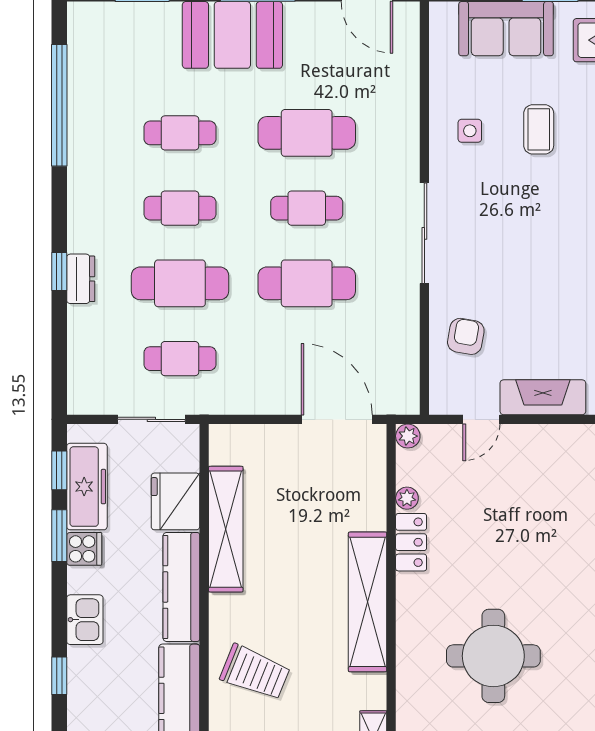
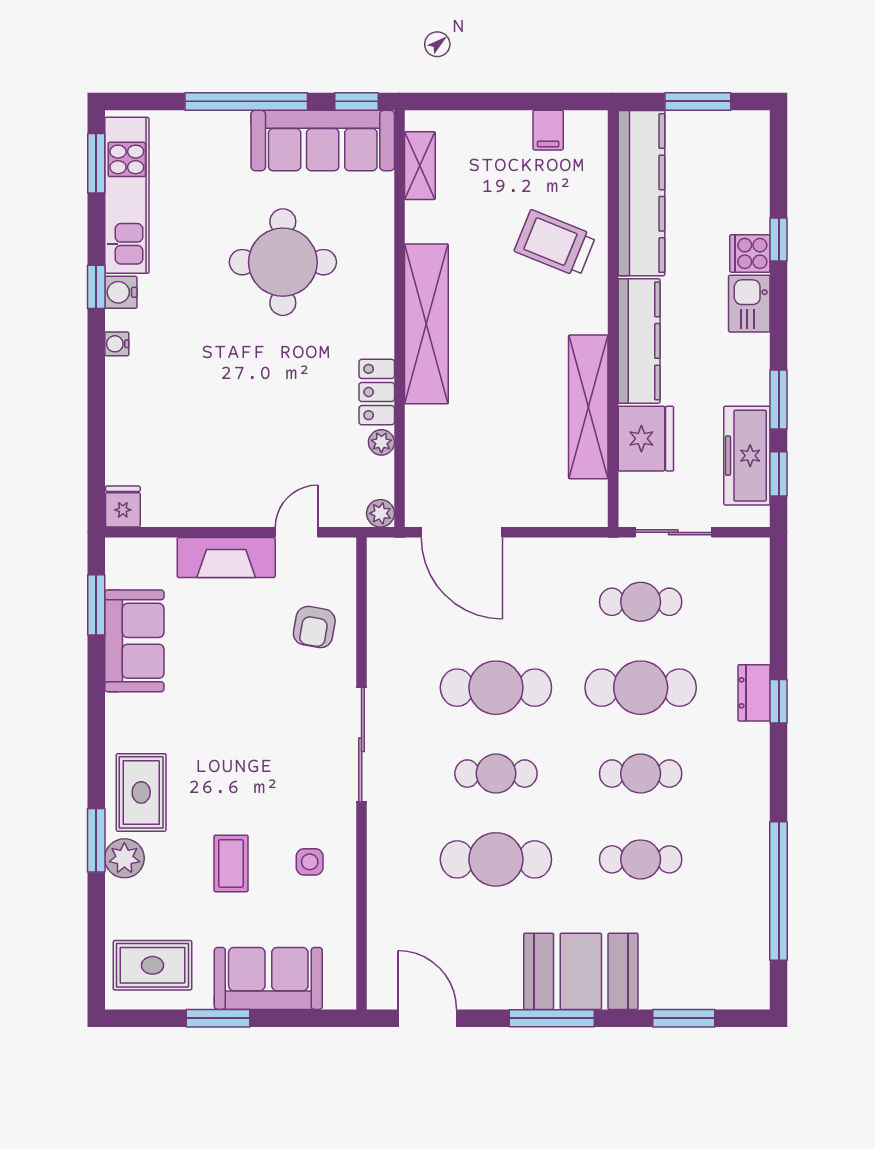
cooker: (84, 549) -> (750, 253), moved

